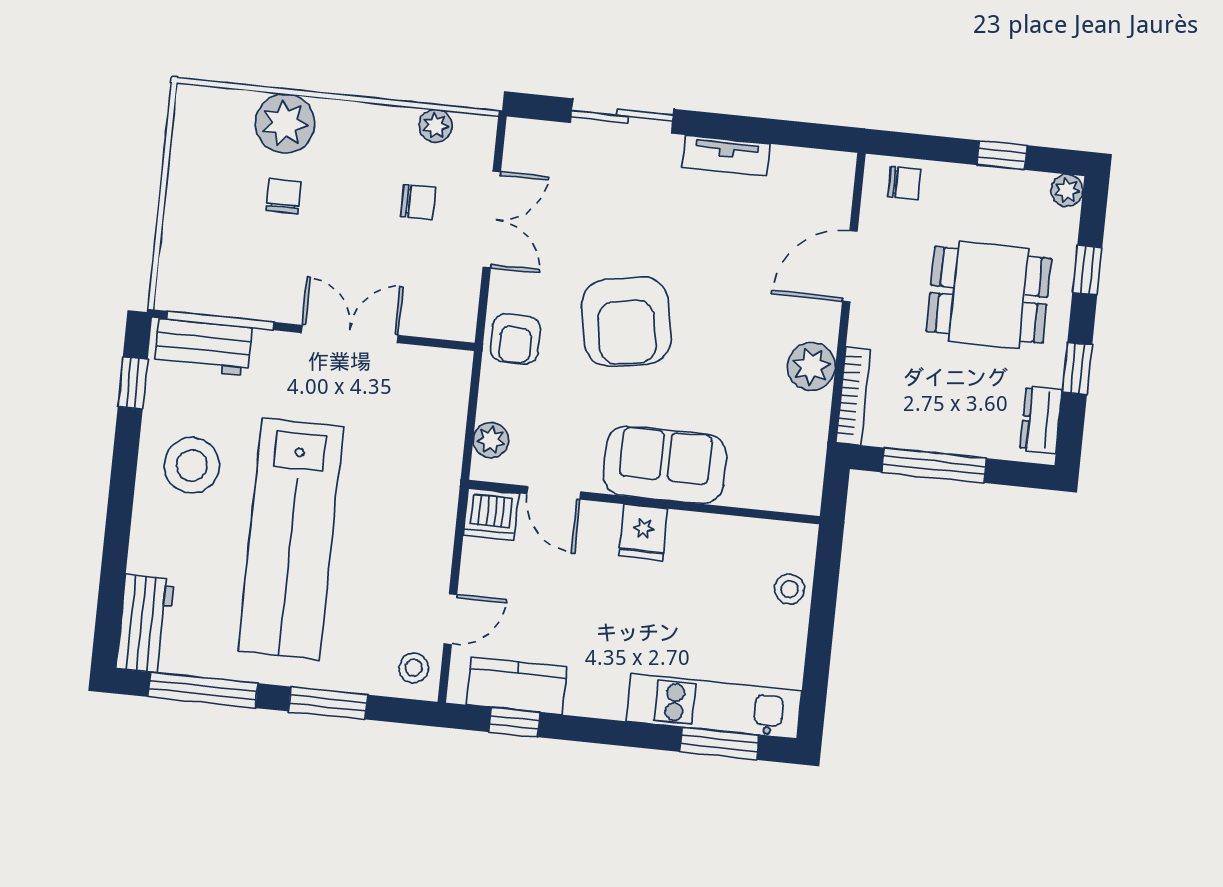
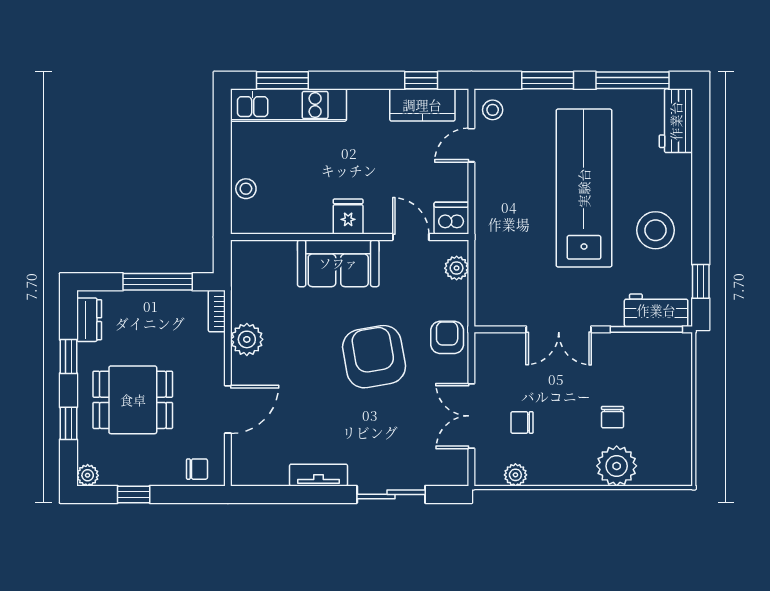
chair: (905, 183) -> (197, 469), turned 180
bookcase: (853, 396) -> (217, 311), width x0.64

